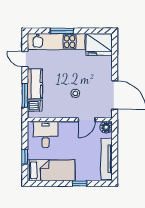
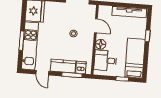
door: (25, 59) -> (42, 73), hinge flipped
floor lamp: (106, 127) -> (101, 44), moved

